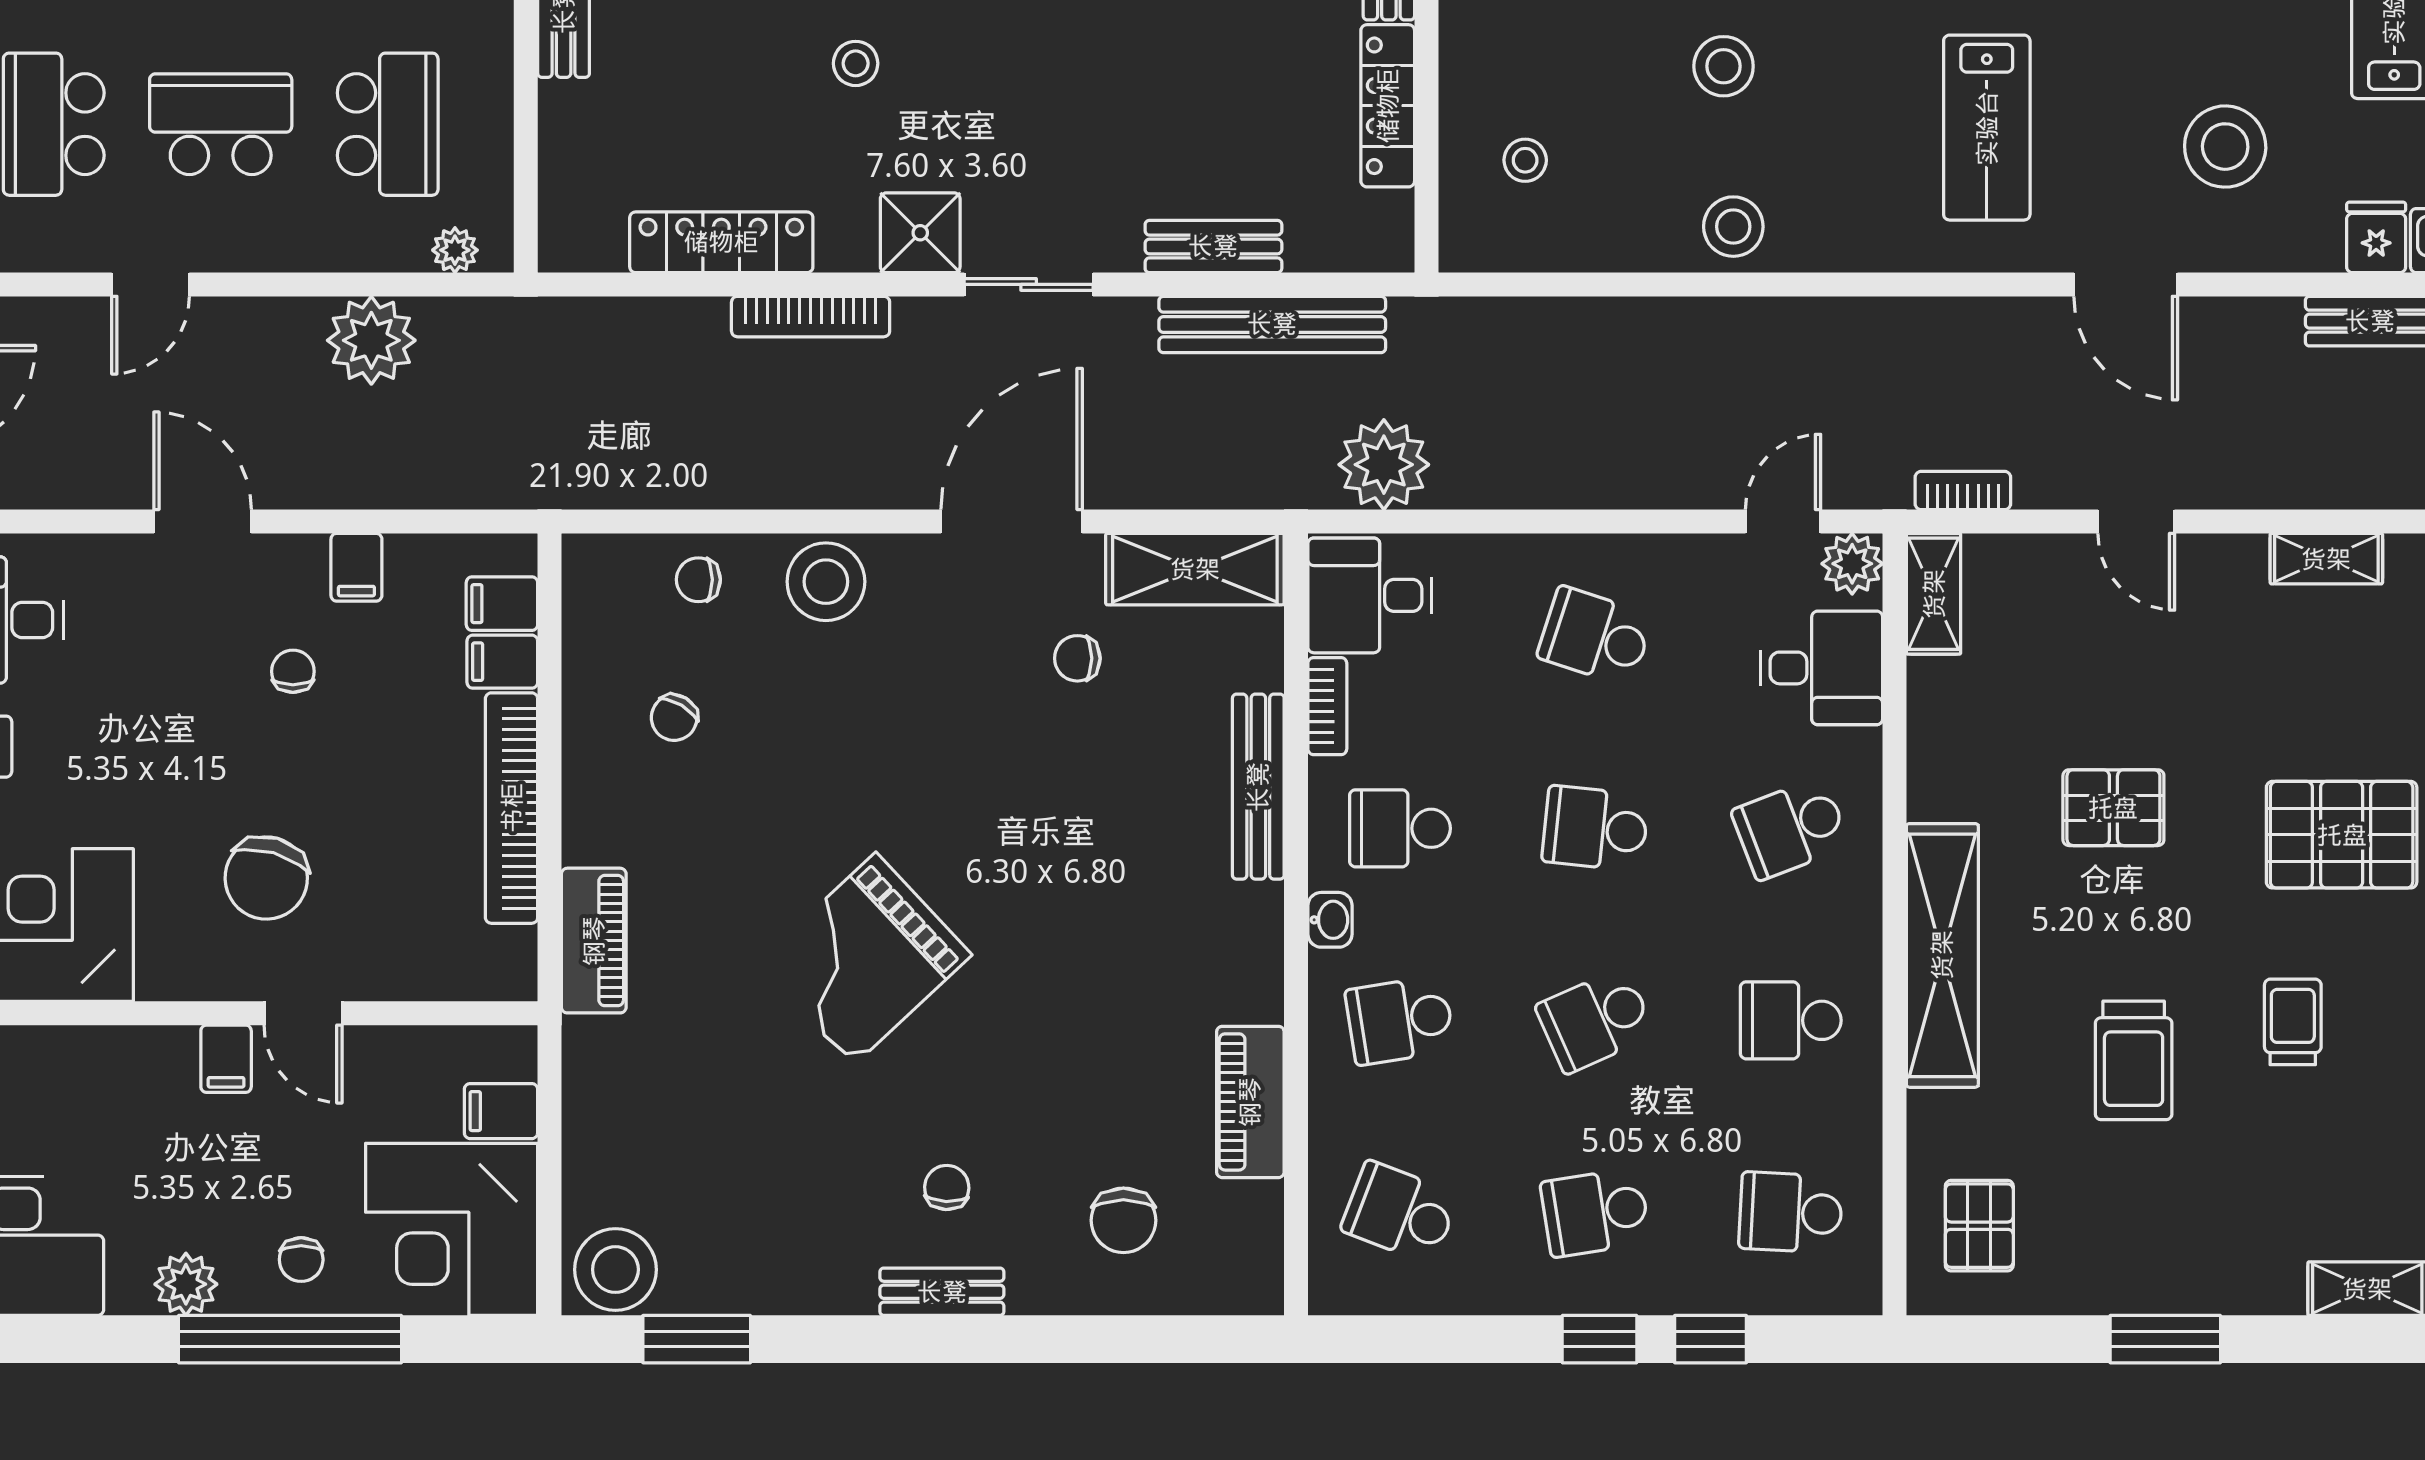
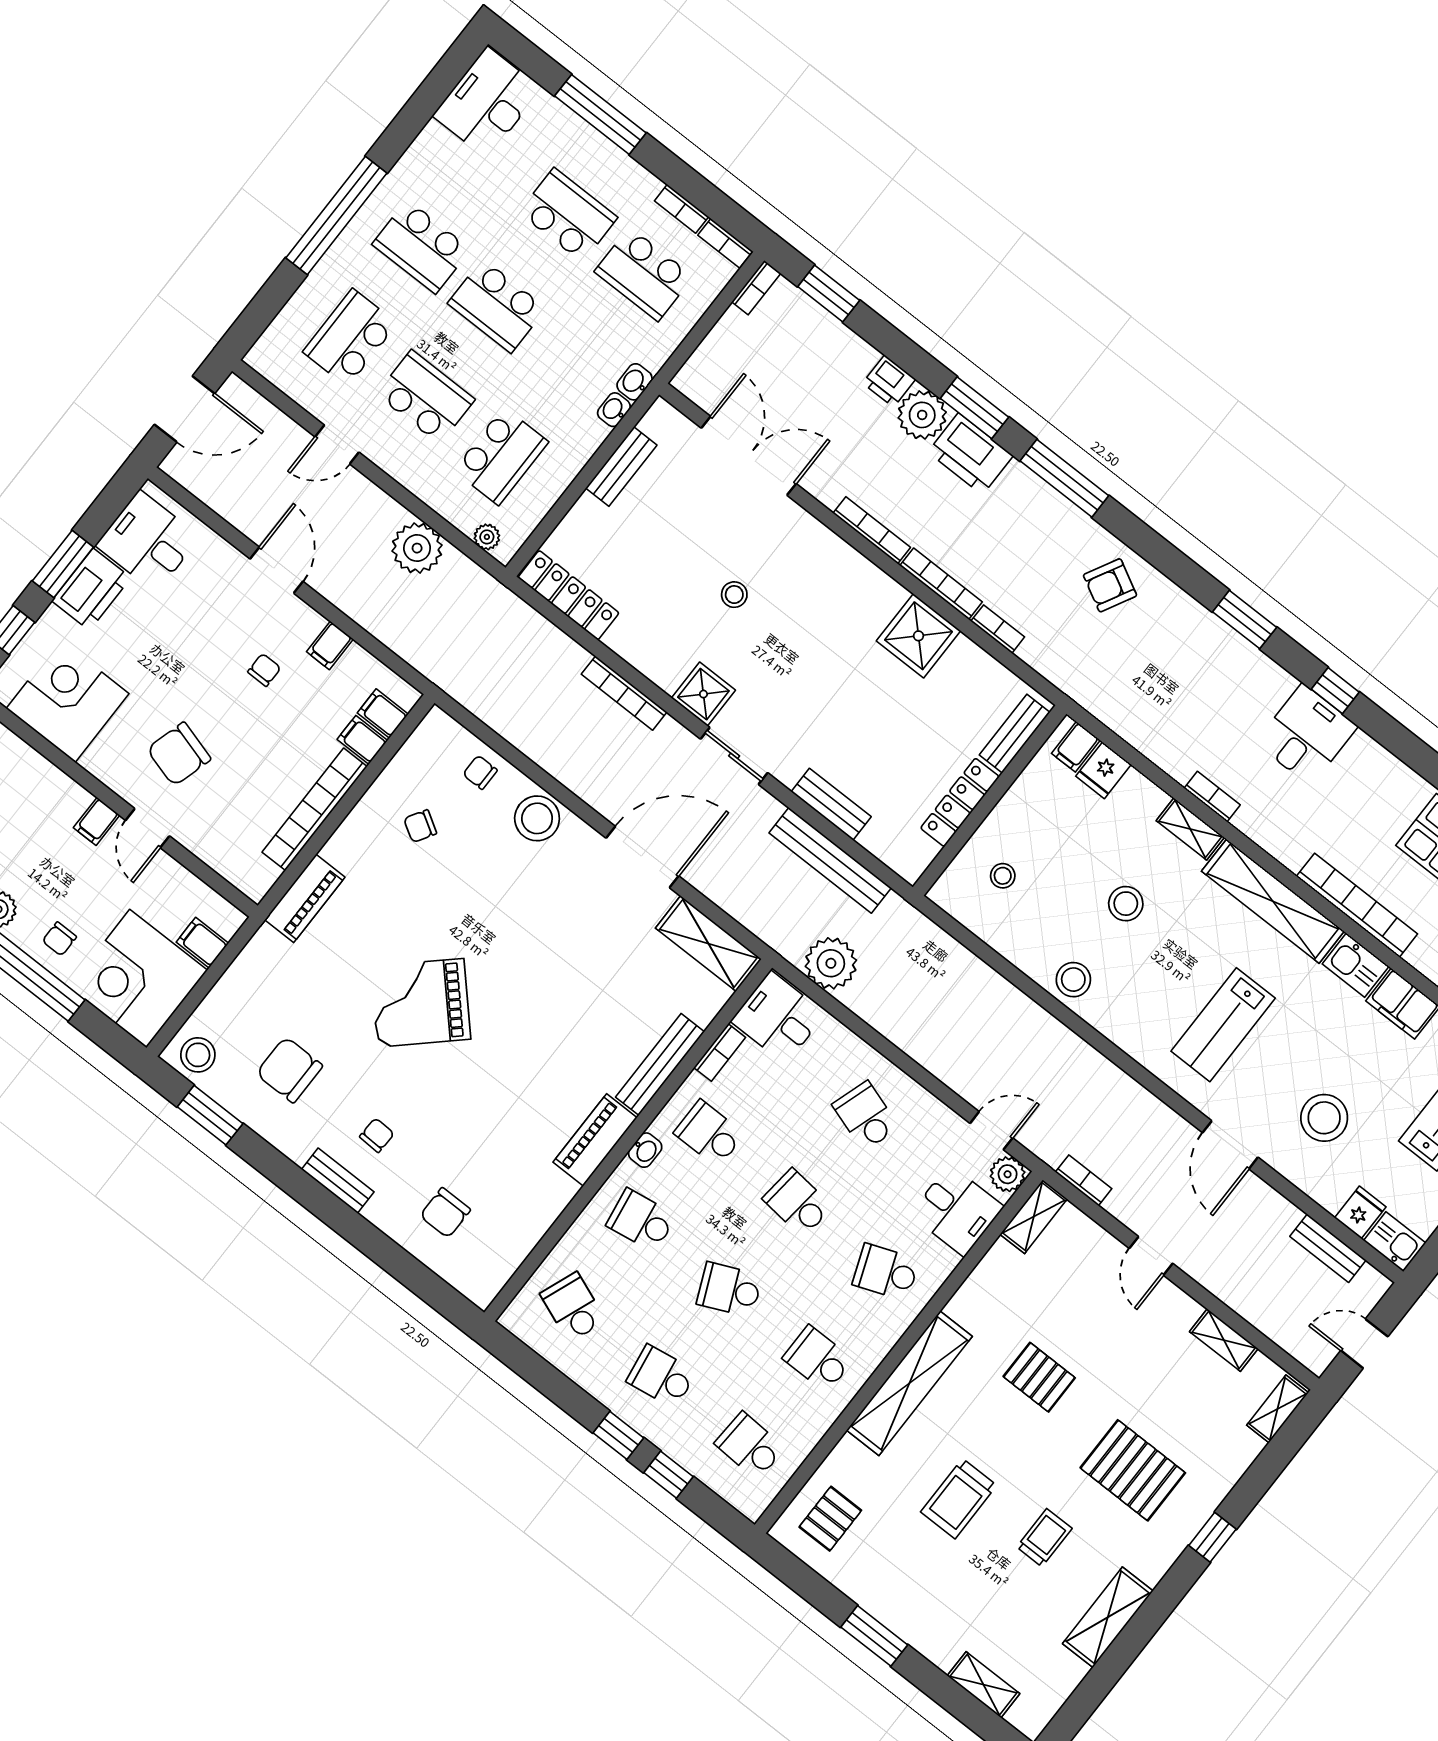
locker: (721, 242) -> (568, 595), moved
chair: (1077, 658) -> (289, 1070), moved, width x1.87, depth x1.87
piano: (1250, 1102) -> (595, 1140), moved
stool: (615, 1270) -> (198, 1055), width x0.73, depth x0.73

